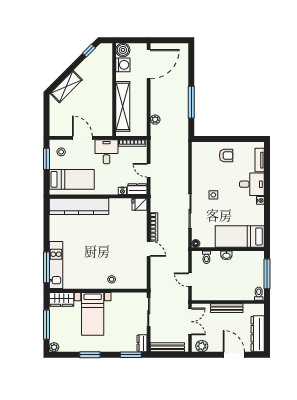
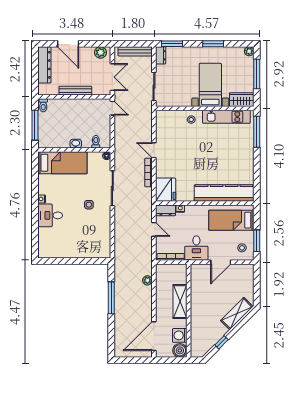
window: (89, 50) -> (222, 342), moved
shelving: (123, 106) -> (180, 302), width x0.68
door: (82, 138) -> (221, 262), hinge flipped
armchair: (226, 156) -> (76, 244), removed
tv unit: (260, 160) -> (42, 240), removed
fridge: (140, 204) -> (166, 190), width x1.88, depth x1.34
kitchen unit: (56, 265) -> (226, 117), moved, turned -90
door: (190, 280) -> (112, 108), moved
double door: (190, 322) -> (112, 77), swing flipped

